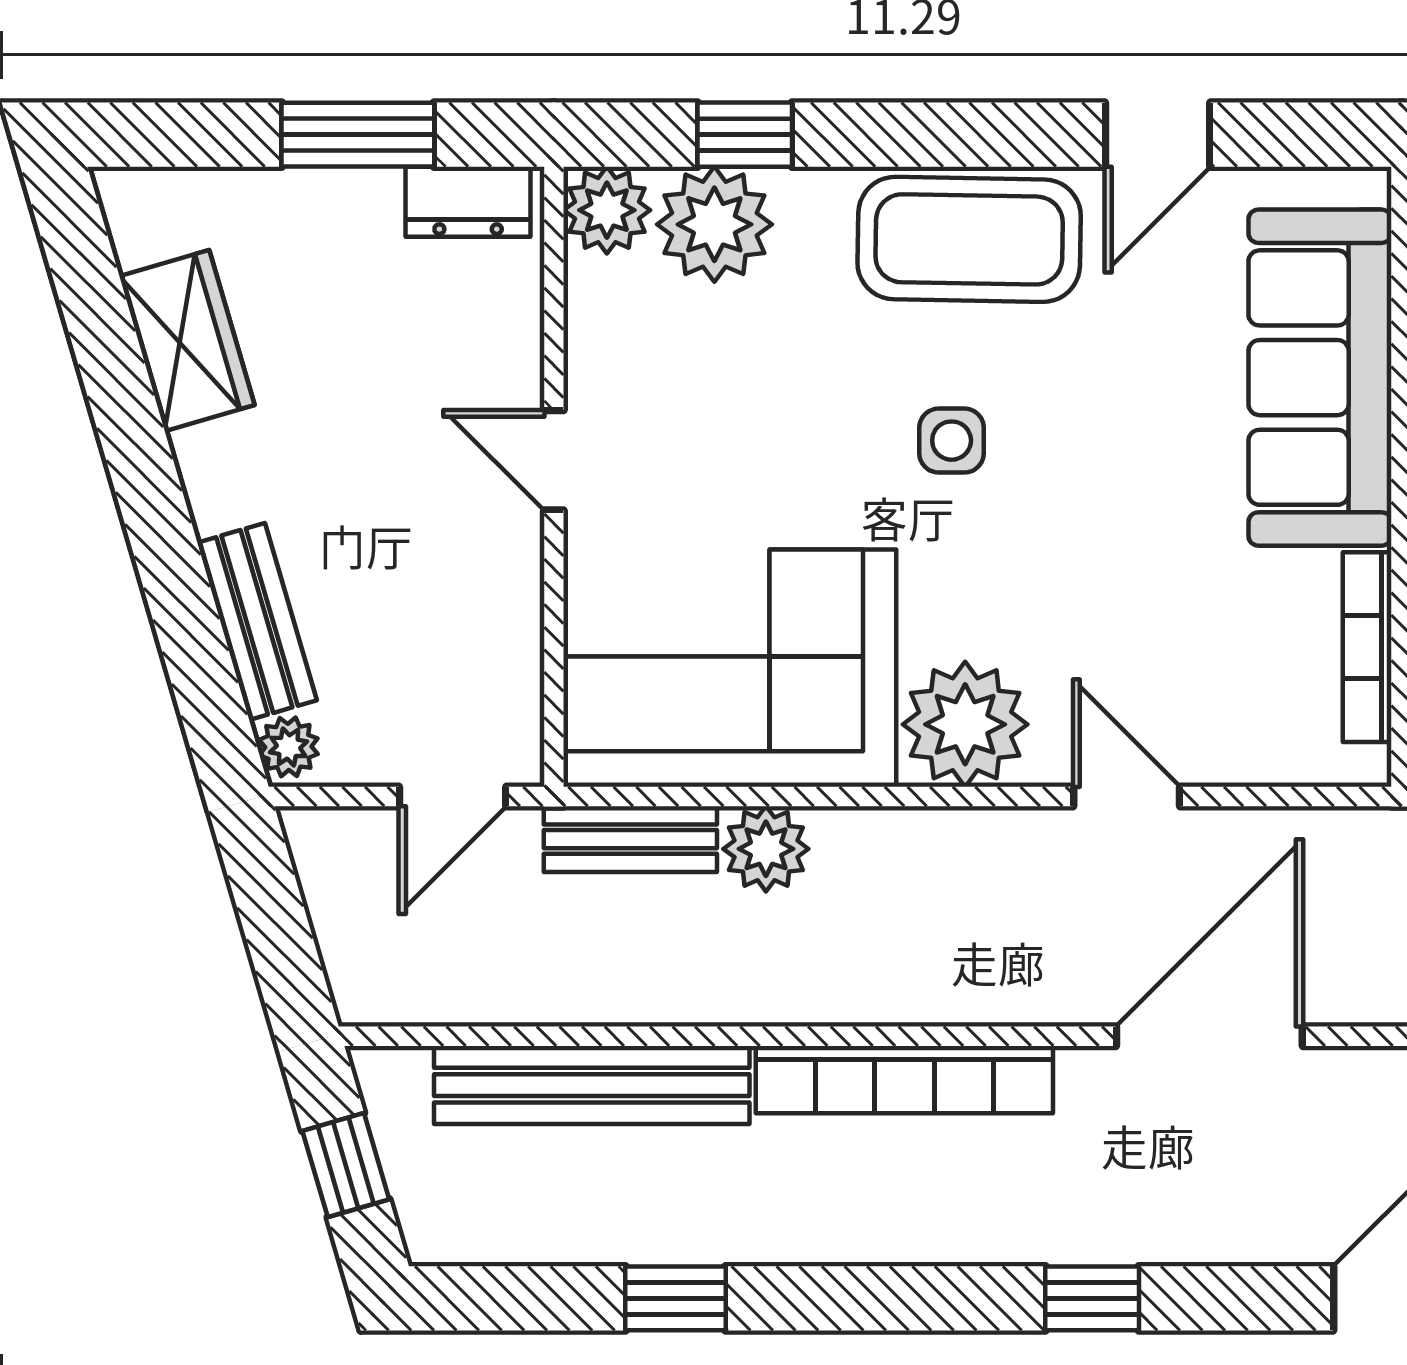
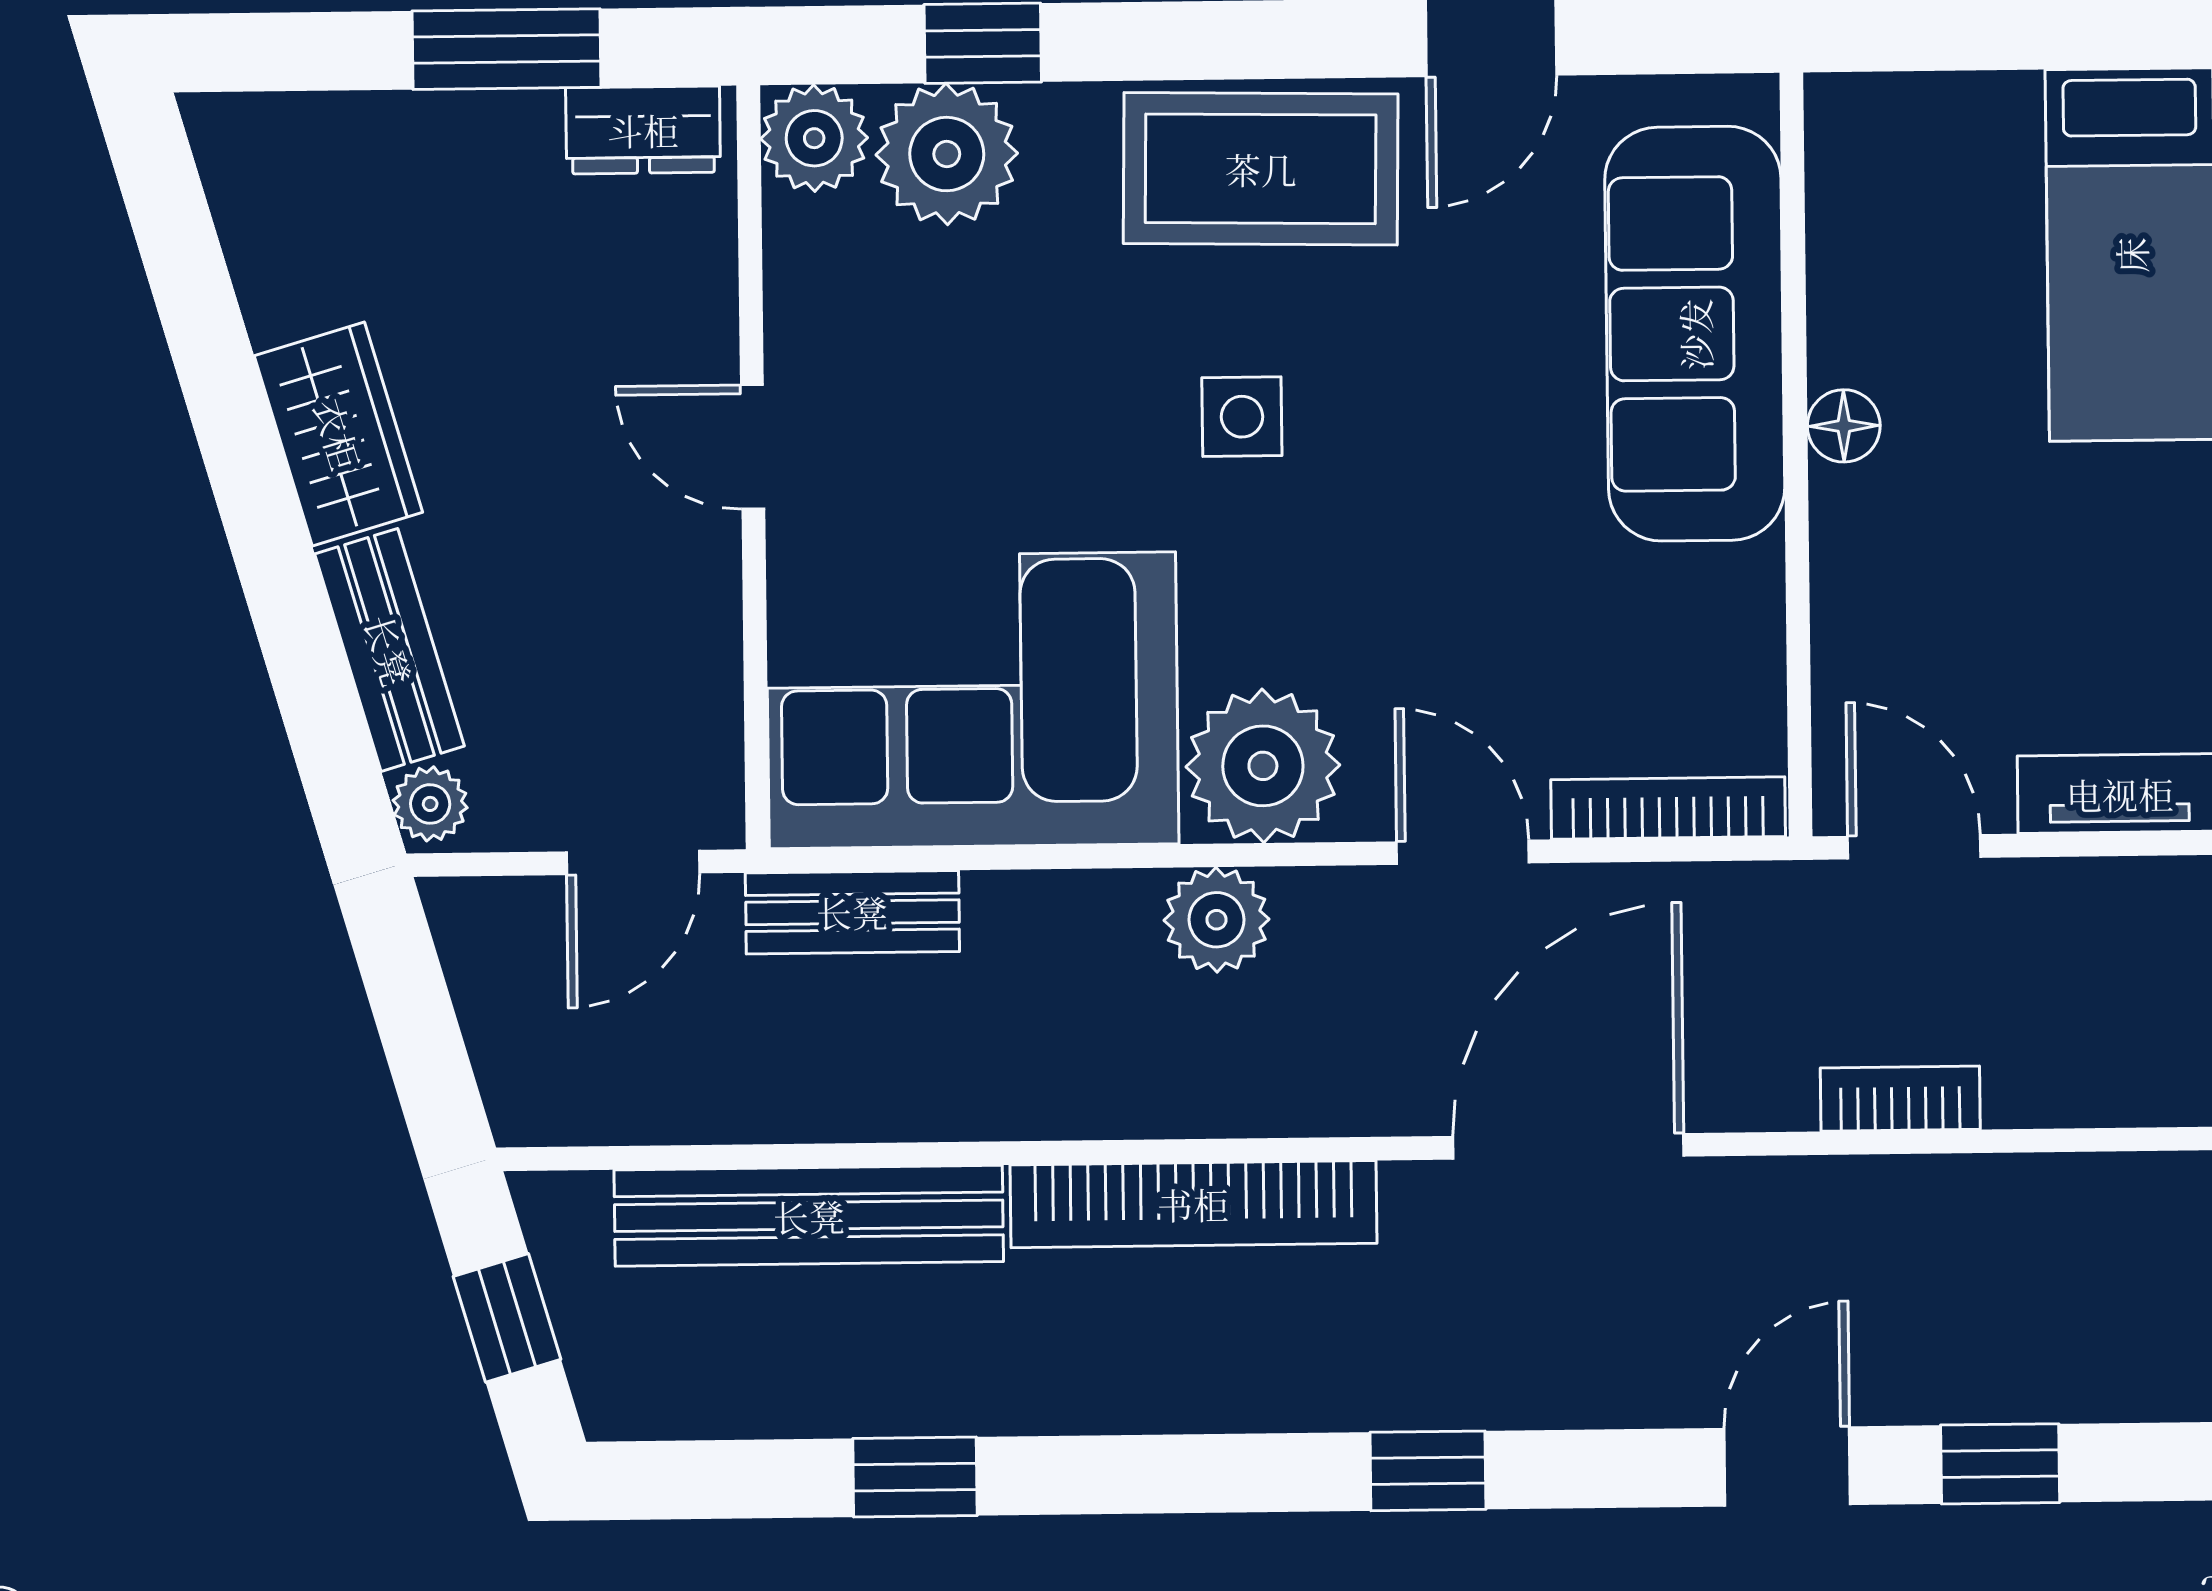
wardrobe: (187, 341) -> (338, 434), moved
bookcase: (1367, 647) -> (1668, 808), moved, turned 90
plant: (766, 849) -> (1216, 920), moved

